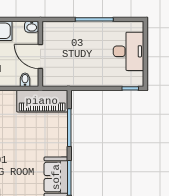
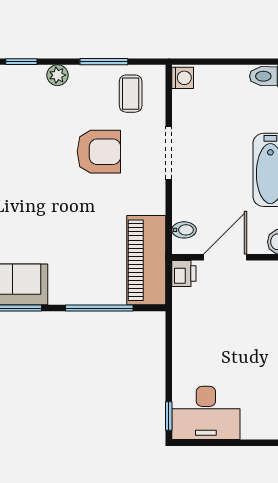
desk: (129, 51) -> (206, 413), moved
printer: (50, 80) -> (184, 273), added

